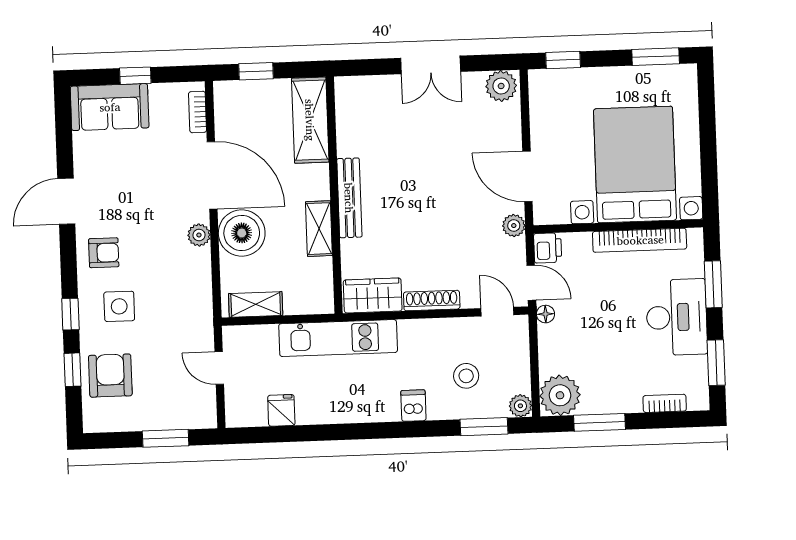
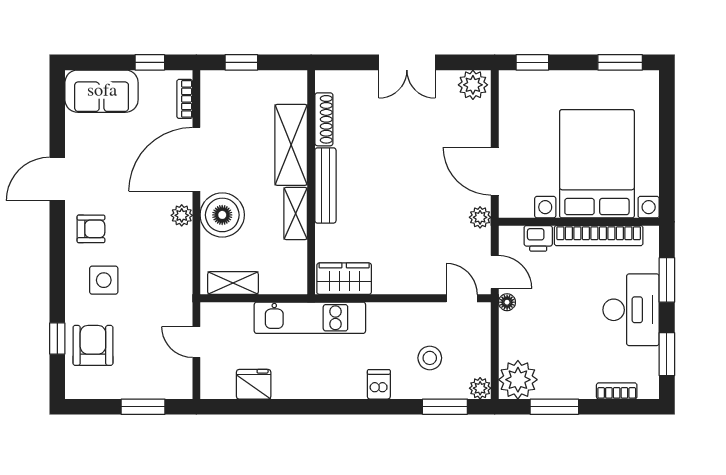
window: (135, 76) -> (150, 62), moved
shelving: (310, 120) -> (291, 145), moved
door: (212, 175) -> (196, 159), swing flipped
printer: (548, 248) -> (538, 238), moved, turned 90
shoe rack: (432, 301) -> (324, 119), moved, turned 90
window: (70, 314) -> (57, 286), removed
fridge: (281, 410) -> (254, 384), width x1.38

